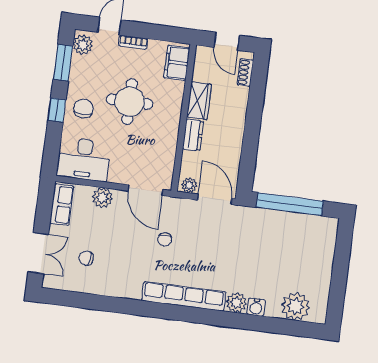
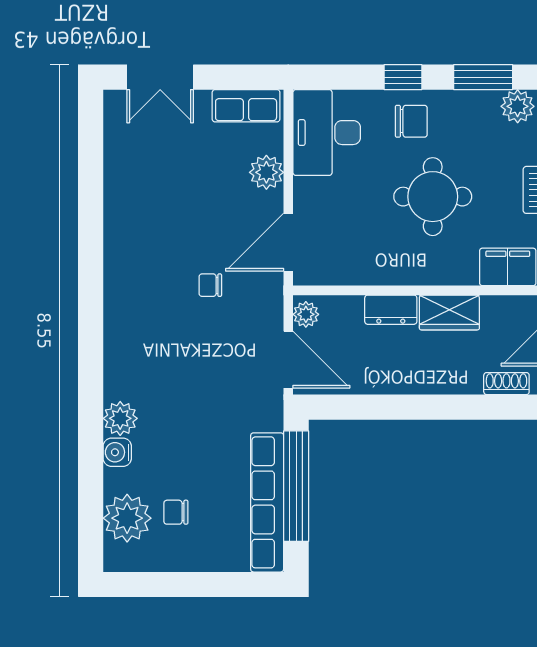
door: (215, 199) -> (288, 360), hinge flipped
chair: (86, 258) -> (176, 512), moved, turned -96
row of seats: (184, 296) -> (267, 502), moved, turned 180

